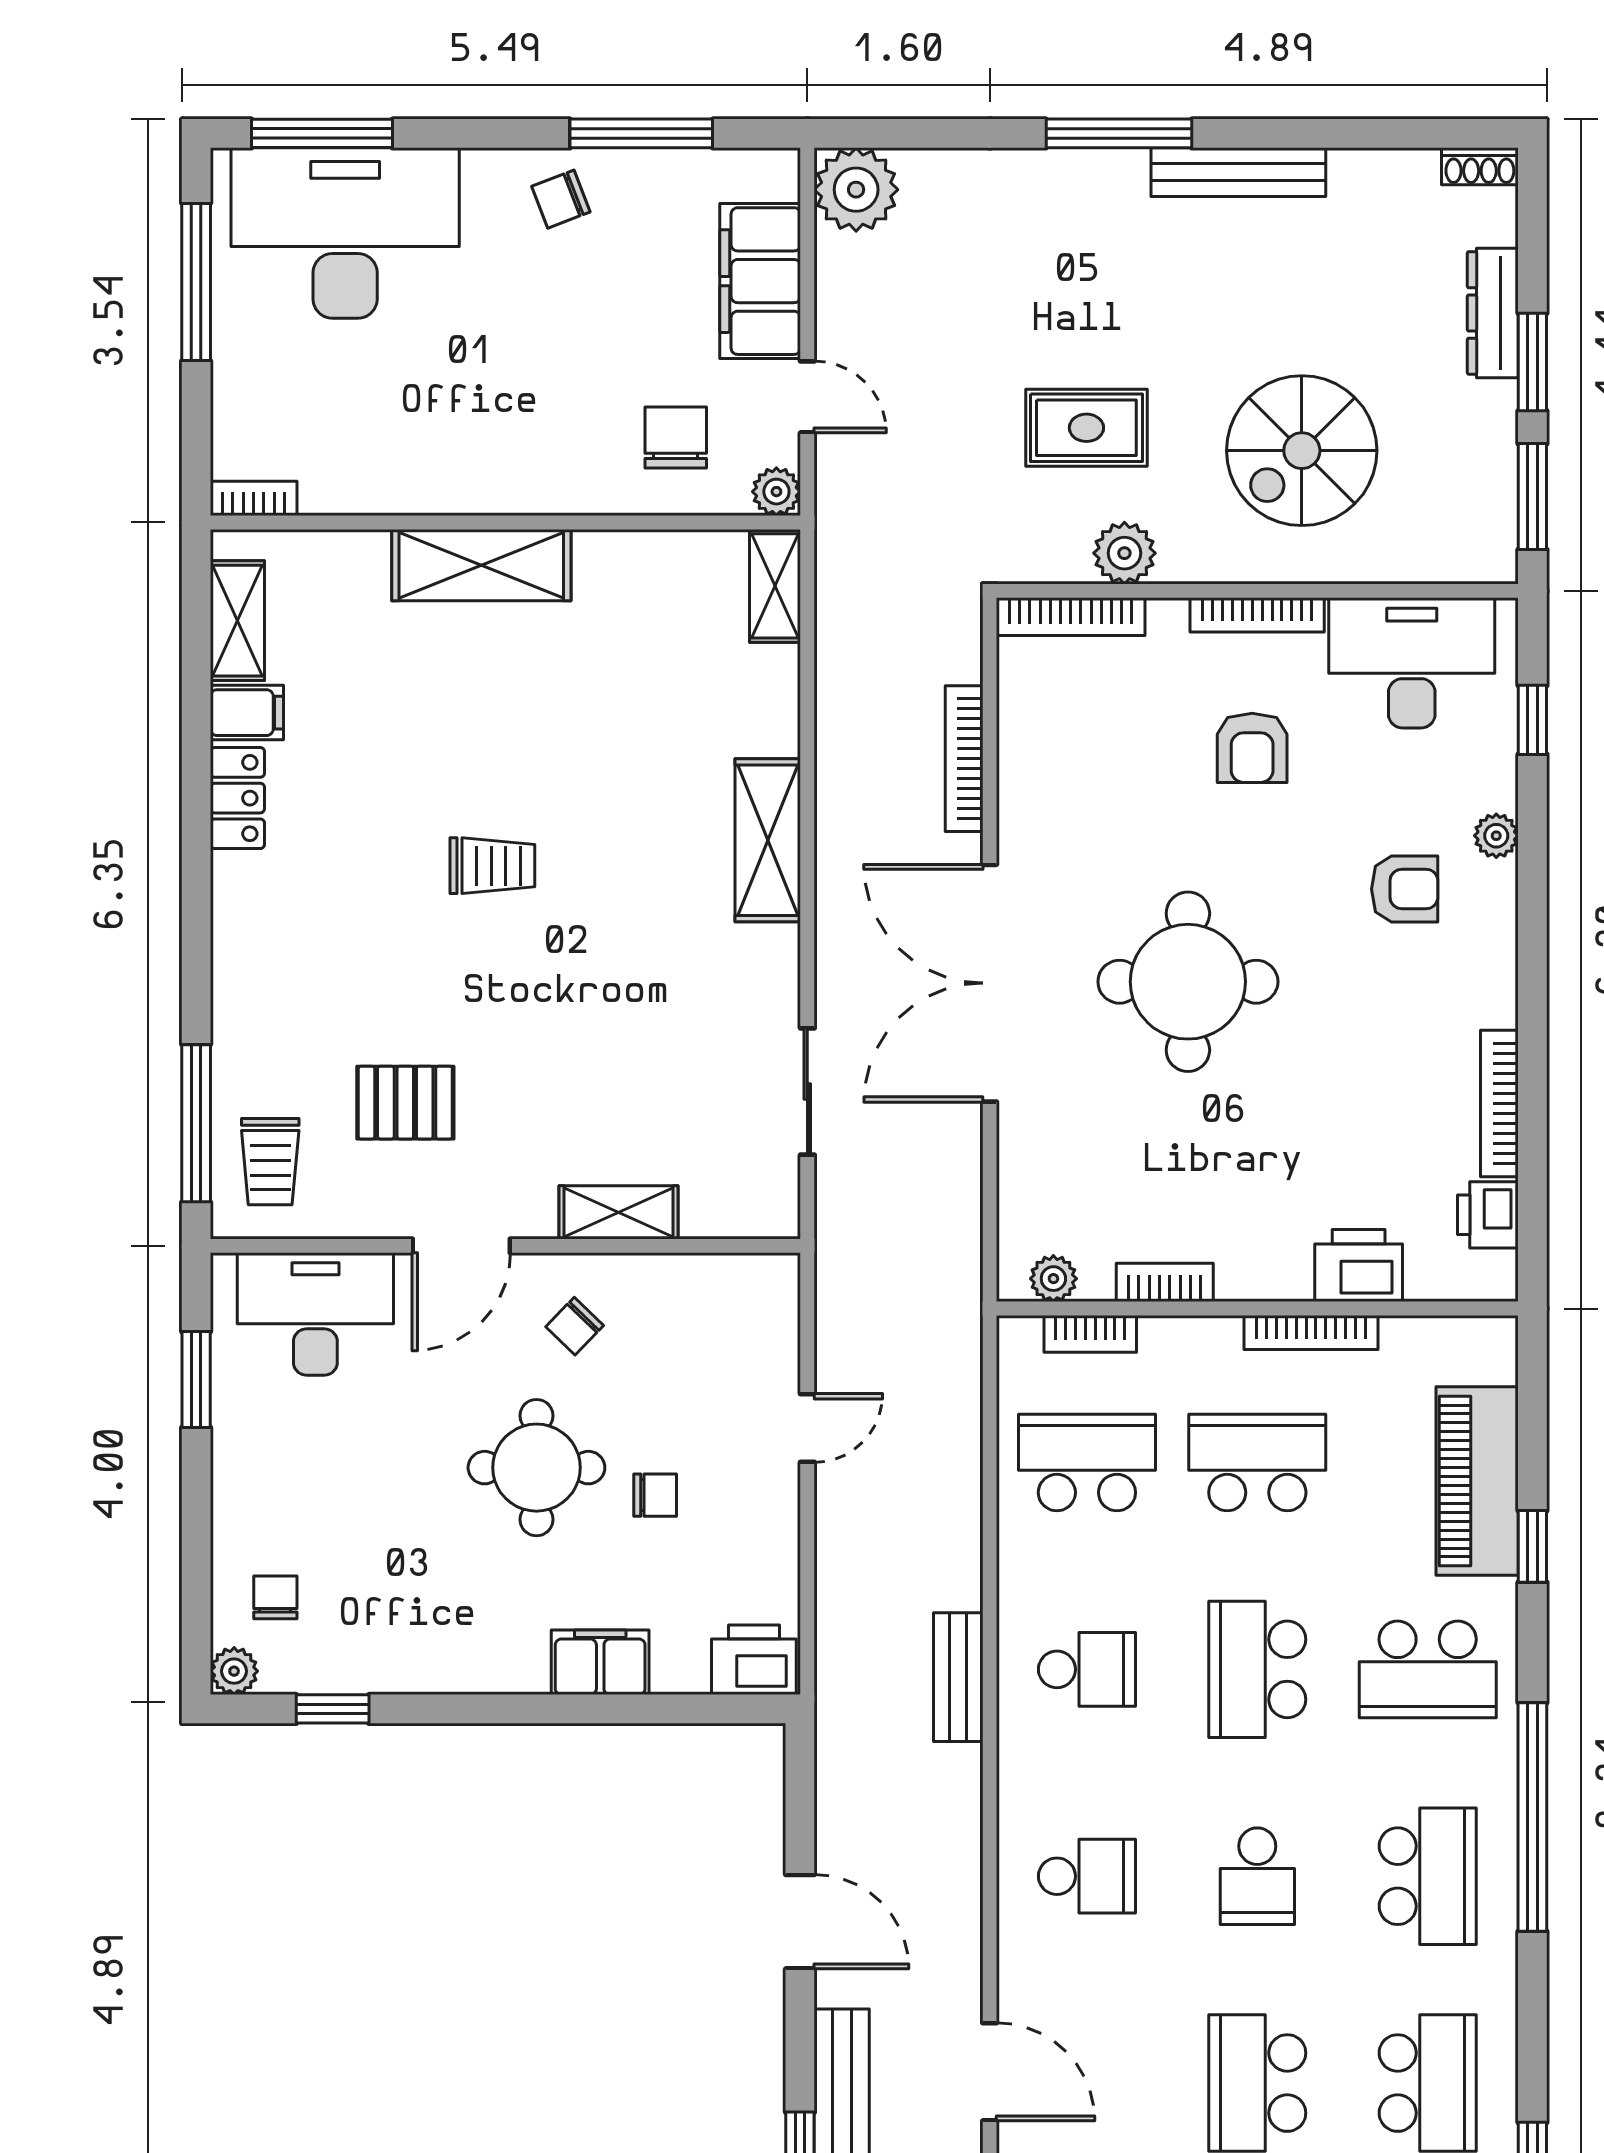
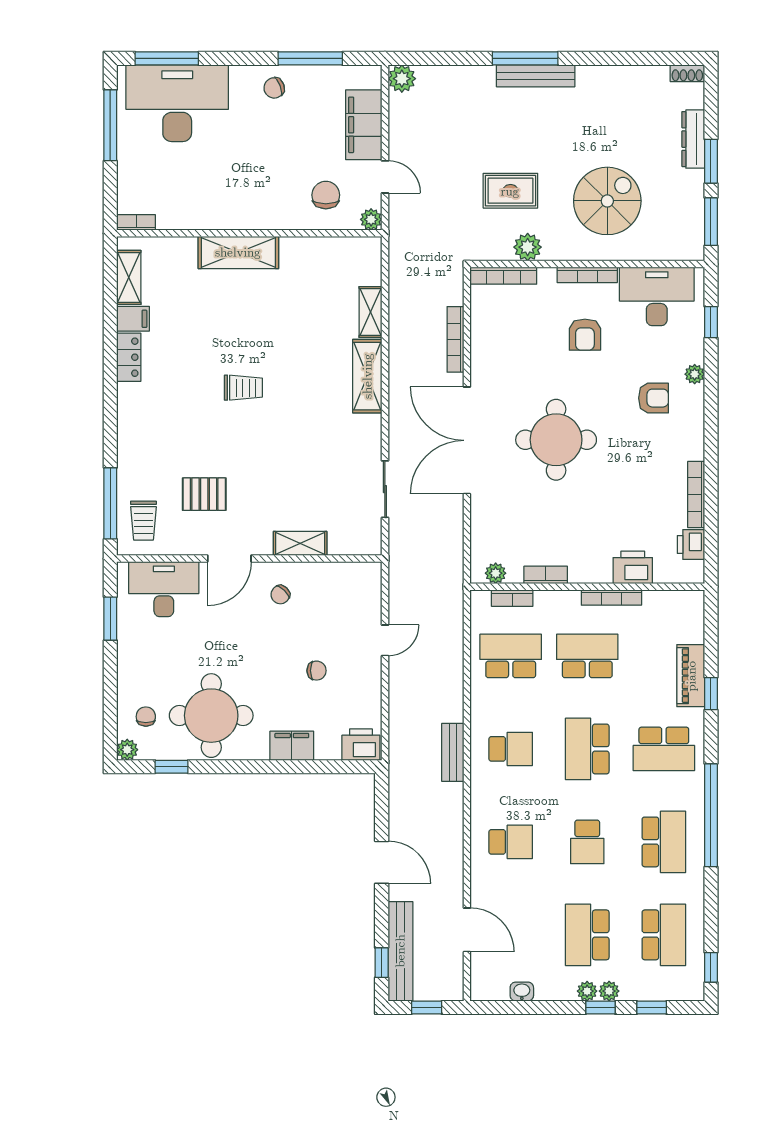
bench: (1238, 172) -> (536, 76), moved
plant: (856, 190) -> (402, 79), width x0.73, depth x0.73
spiral stairs: (1302, 451) -> (607, 201), turned 180
shelving: (775, 586) -> (370, 312), moved
round table: (536, 1468) -> (211, 716), moved, width x1.36, depth x1.36
piano: (1477, 1481) -> (691, 676), width x0.73, depth x0.75

